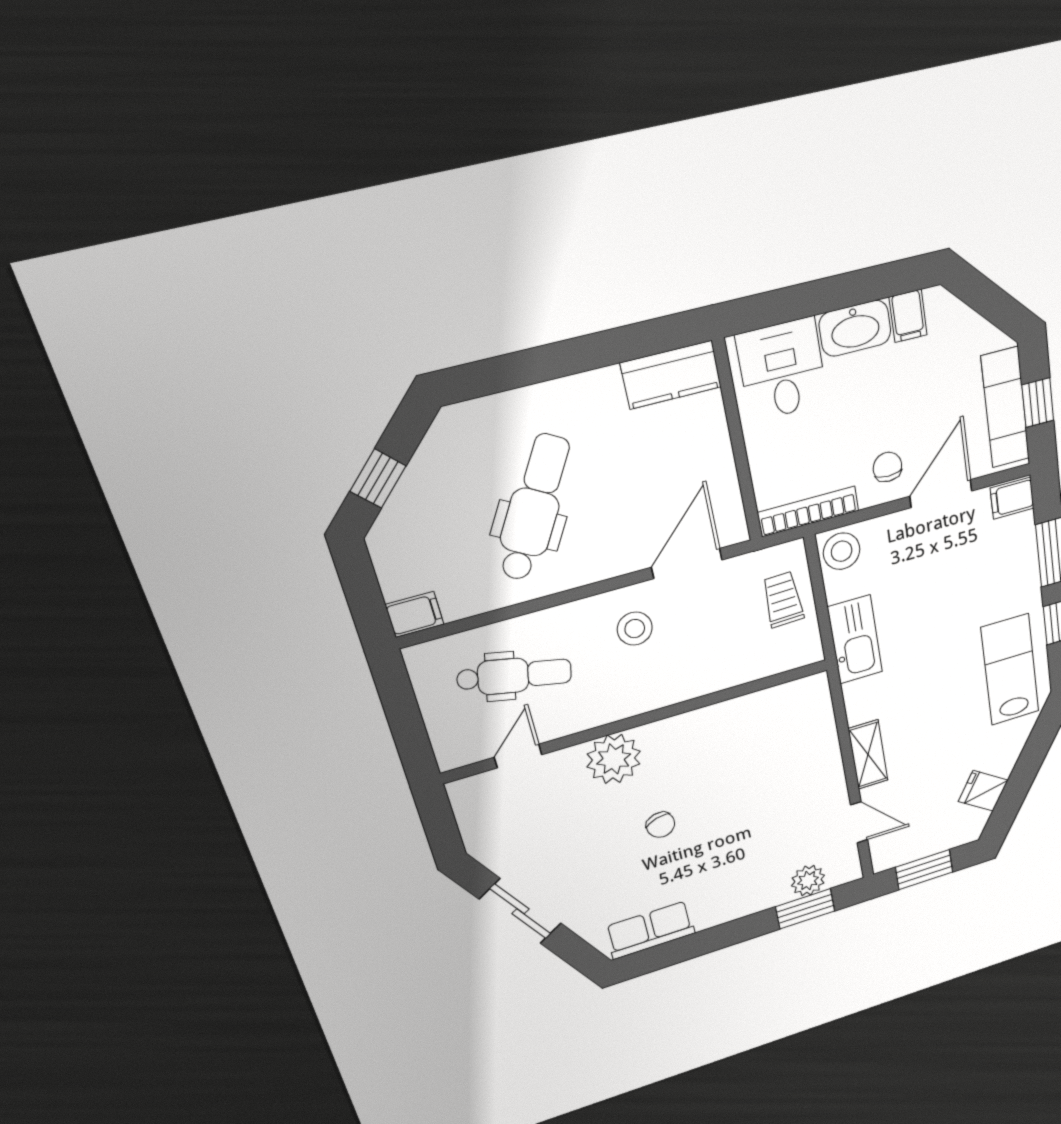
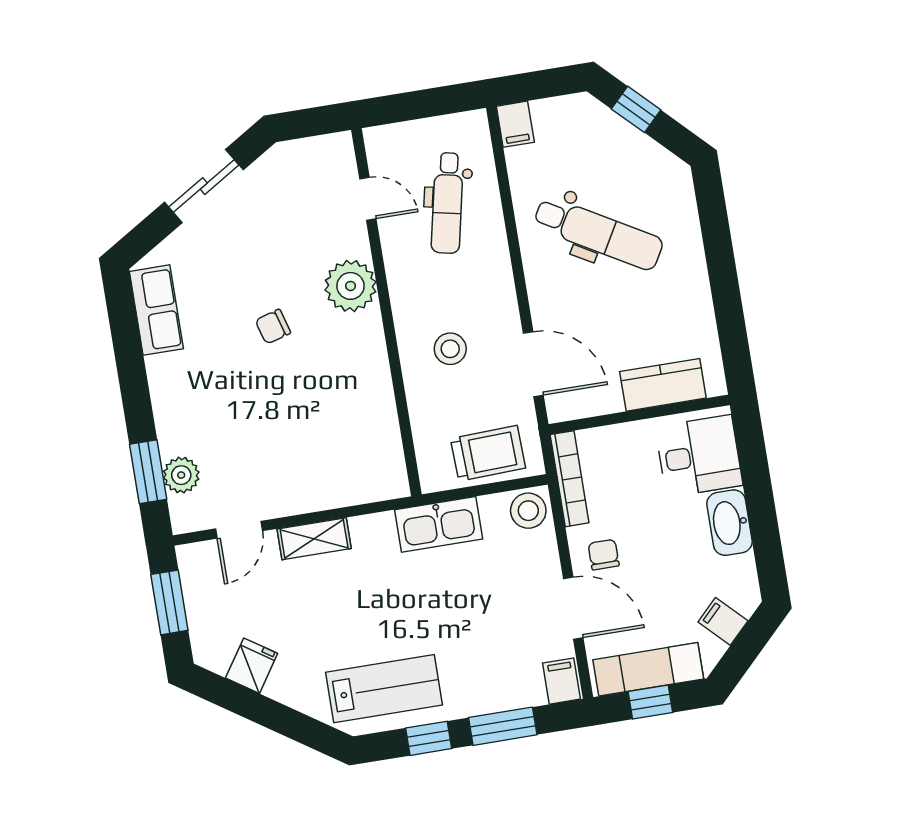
filing cabinet: (908, 316) -> (723, 621), moved, turned 45
kitchen counter: (671, 375) -> (663, 385), moved, turned 90
chair: (887, 467) -> (604, 555), turned -90
trolley: (783, 600) -> (488, 453), width x1.36, depth x1.39
stool: (635, 629) -> (450, 349), moved

